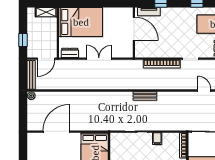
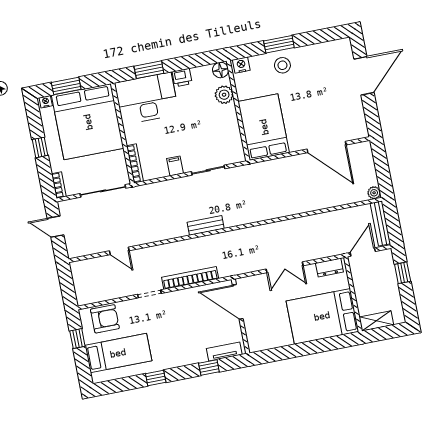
door: (134, 29) -> (238, 302), moved
door: (56, 132) -> (327, 147), hinge flipped

